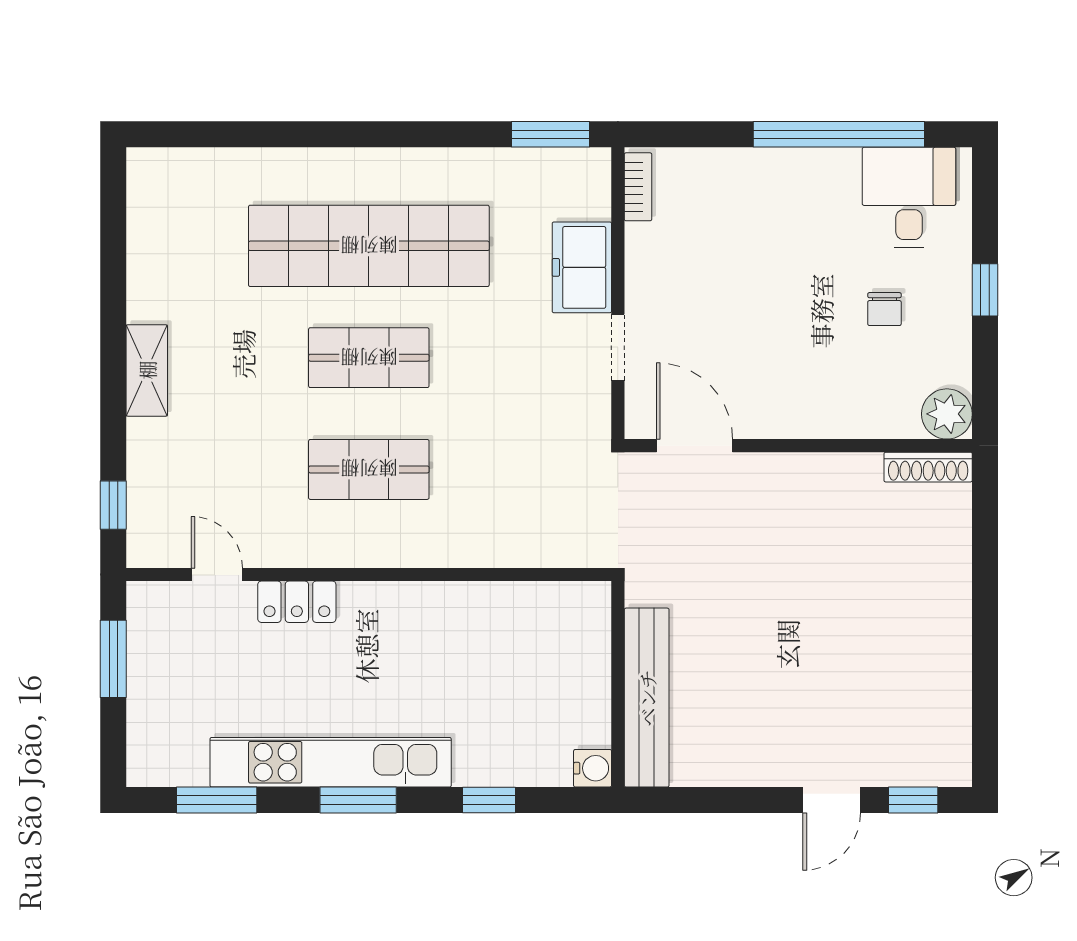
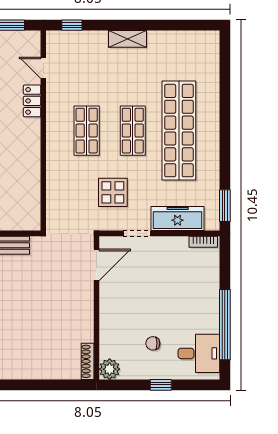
freezer: (582, 267) -> (178, 218), width x1.40
display table: (519, 406) -> (113, 192), added
door: (217, 575) -> (43, 68), swing flipped

